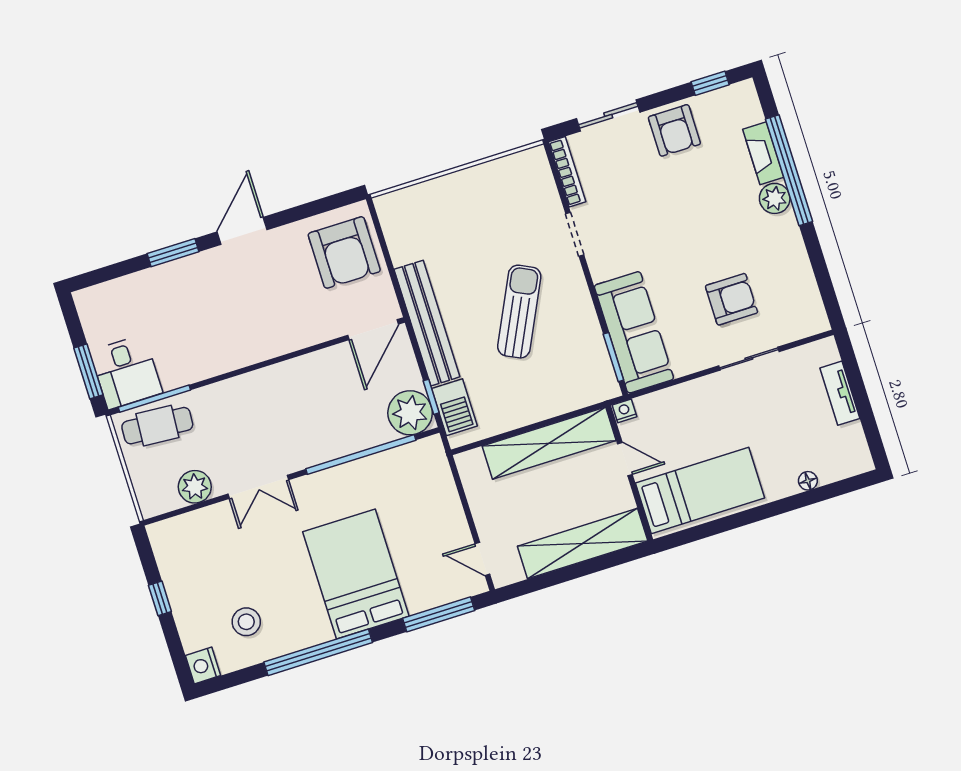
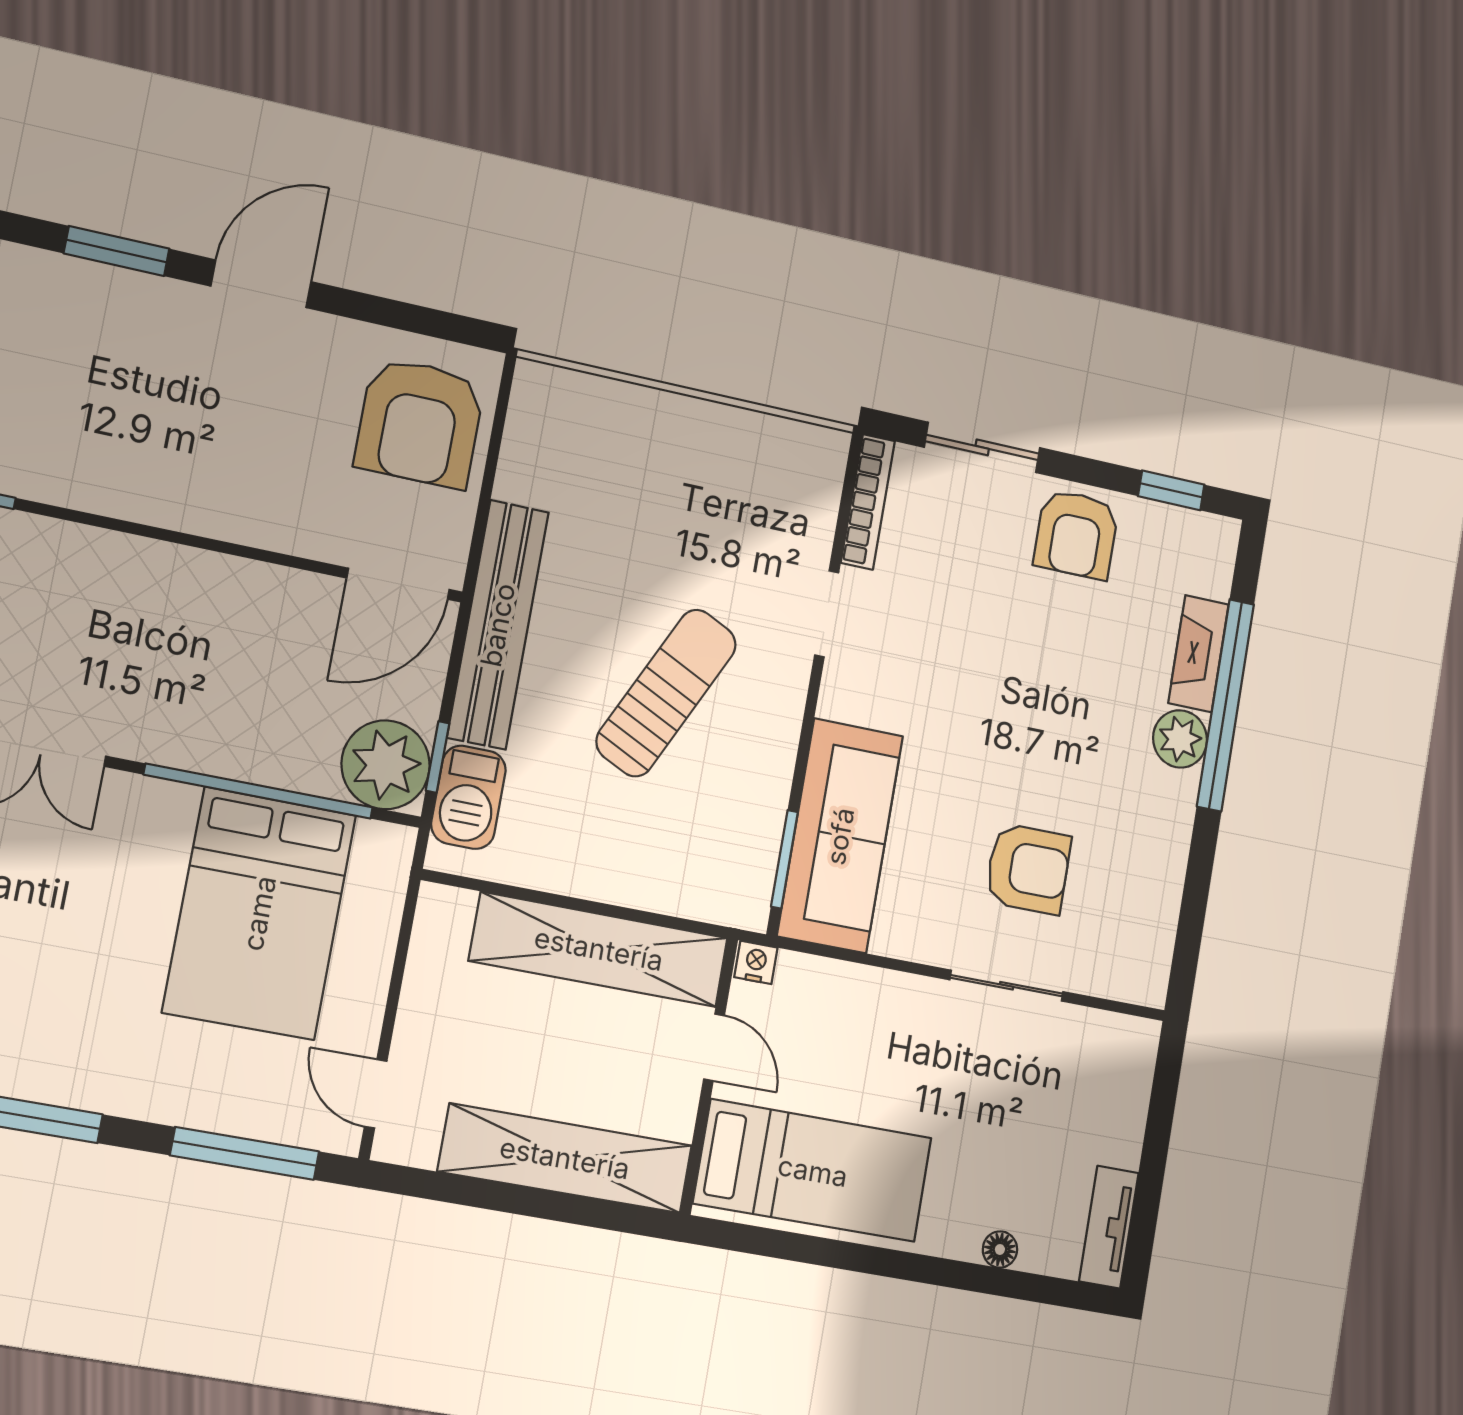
tv unit: (840, 393) -> (1109, 1227), moved
bed: (356, 574) -> (259, 913), moved, turned 180

